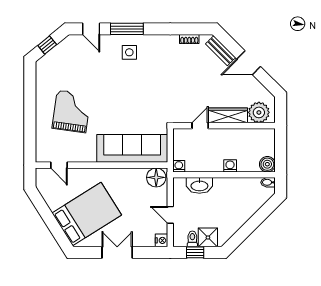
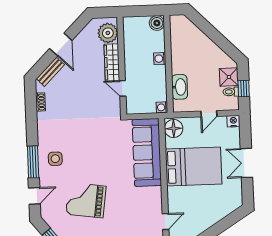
grand piano: (71, 111) -> (86, 200), moved
bidet: (268, 182) -> (174, 22), removed
bed: (87, 214) -> (194, 166), moved, turned 122

